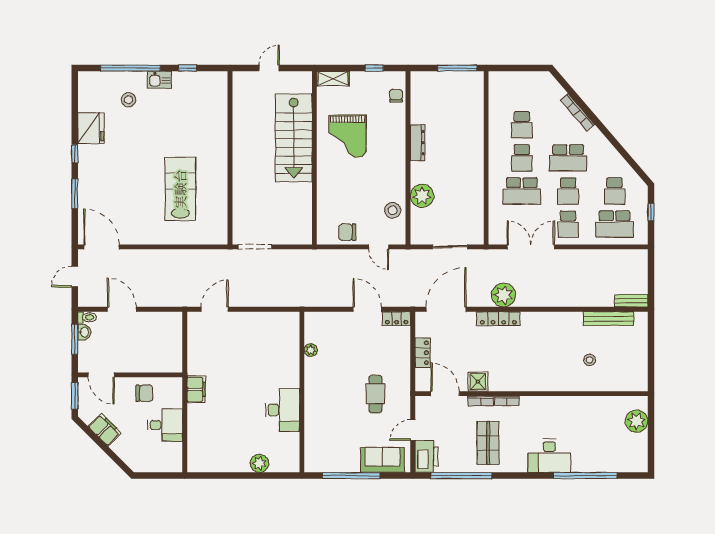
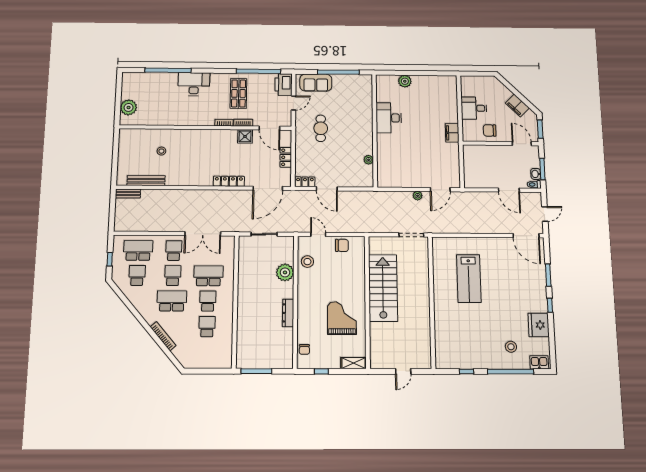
kitchen sink: (160, 80) -> (539, 362), moved
stairs: (294, 138) -> (383, 288), moved
plant: (503, 295) -> (418, 196), moved, width x0.53, depth x0.53

